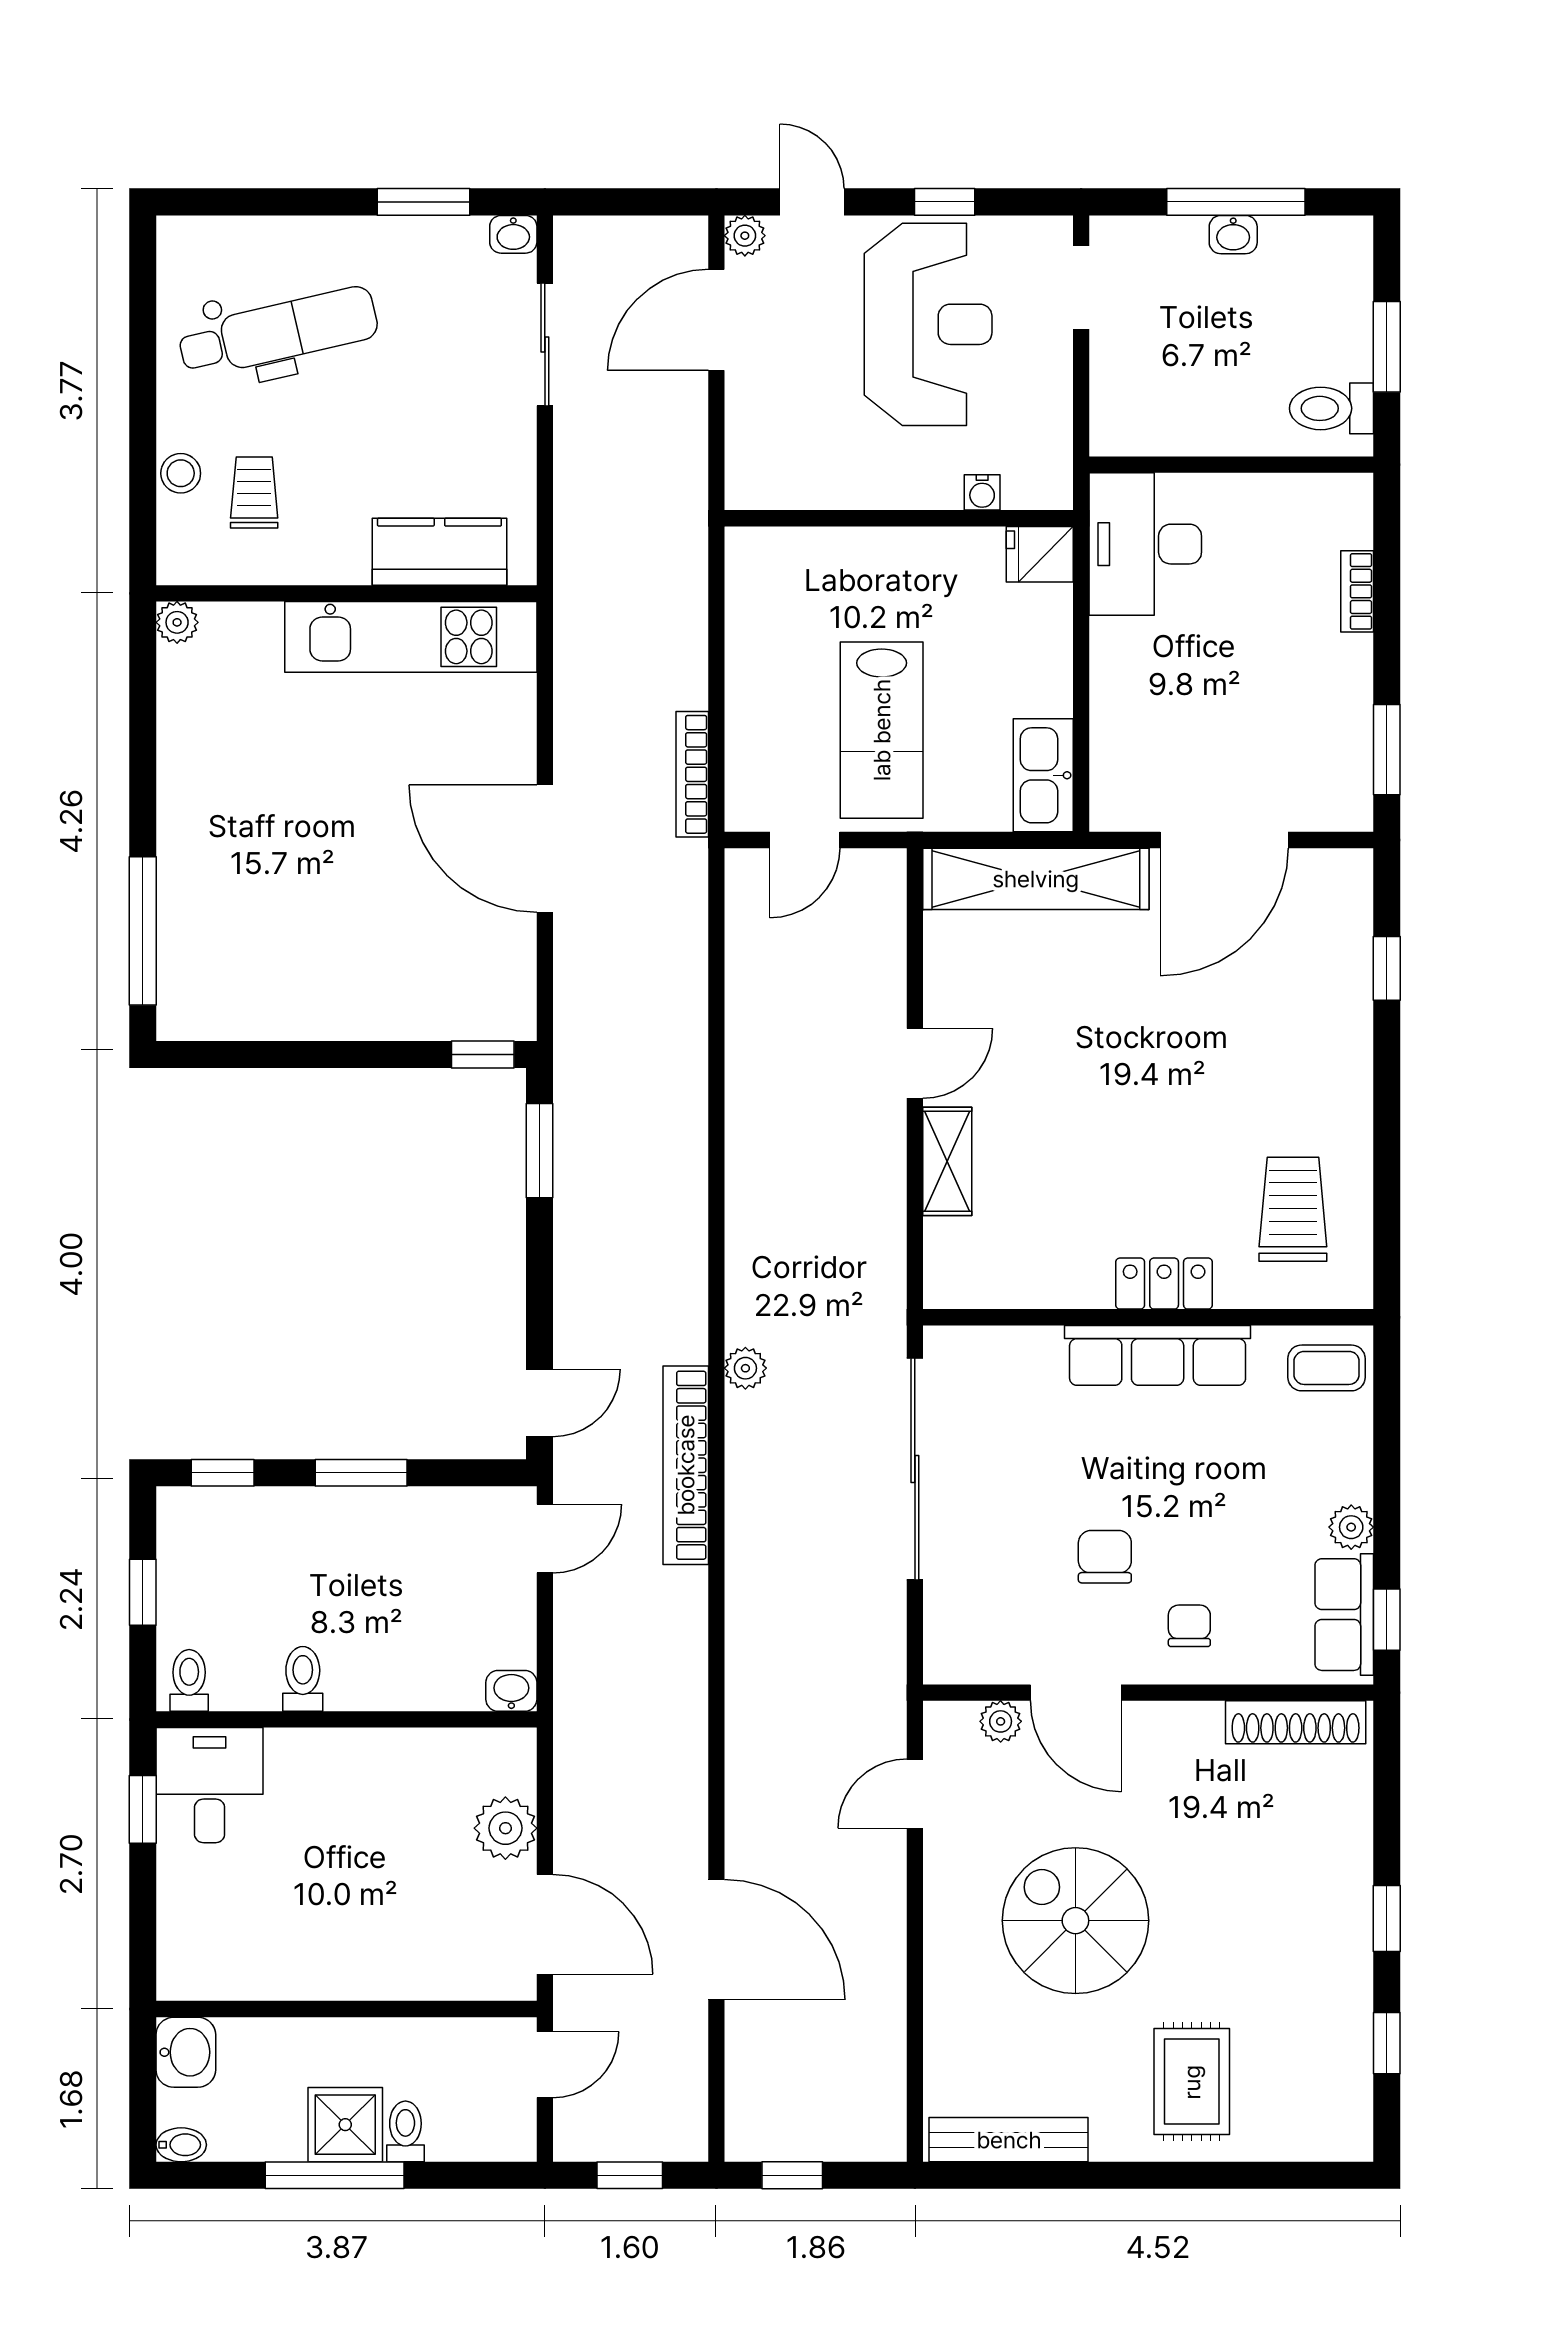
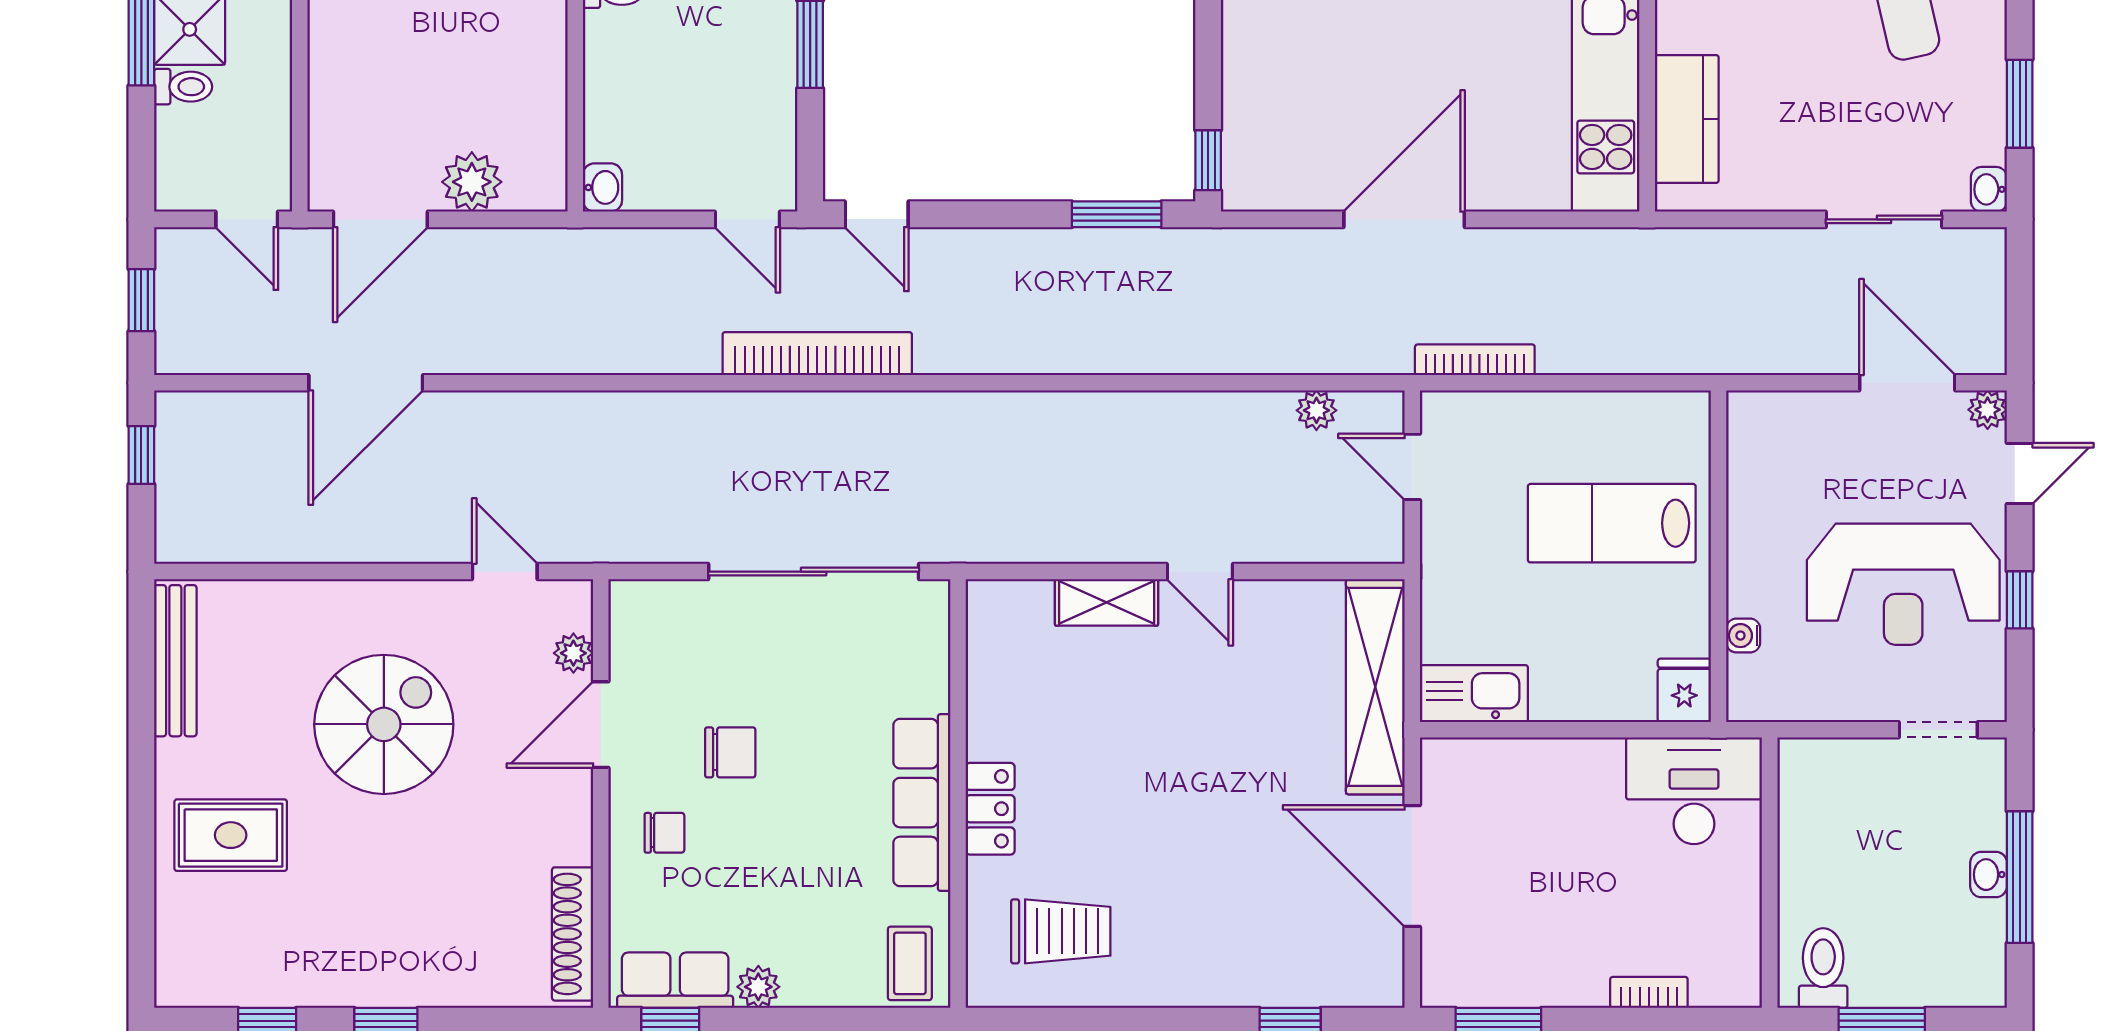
lab bench: (882, 730) -> (1612, 523), moved
plant: (745, 1368) -> (1316, 410), moved

